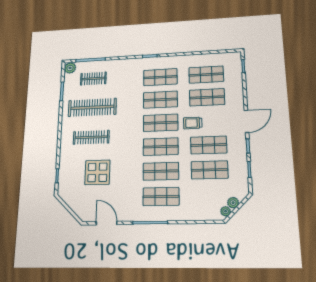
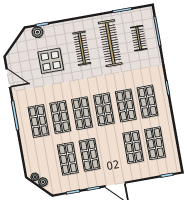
plant: (70, 68) -> (38, 32), moved
trolley: (193, 123) -> (108, 138), removed
door: (107, 223) -> (8, 78), hinge flipped

